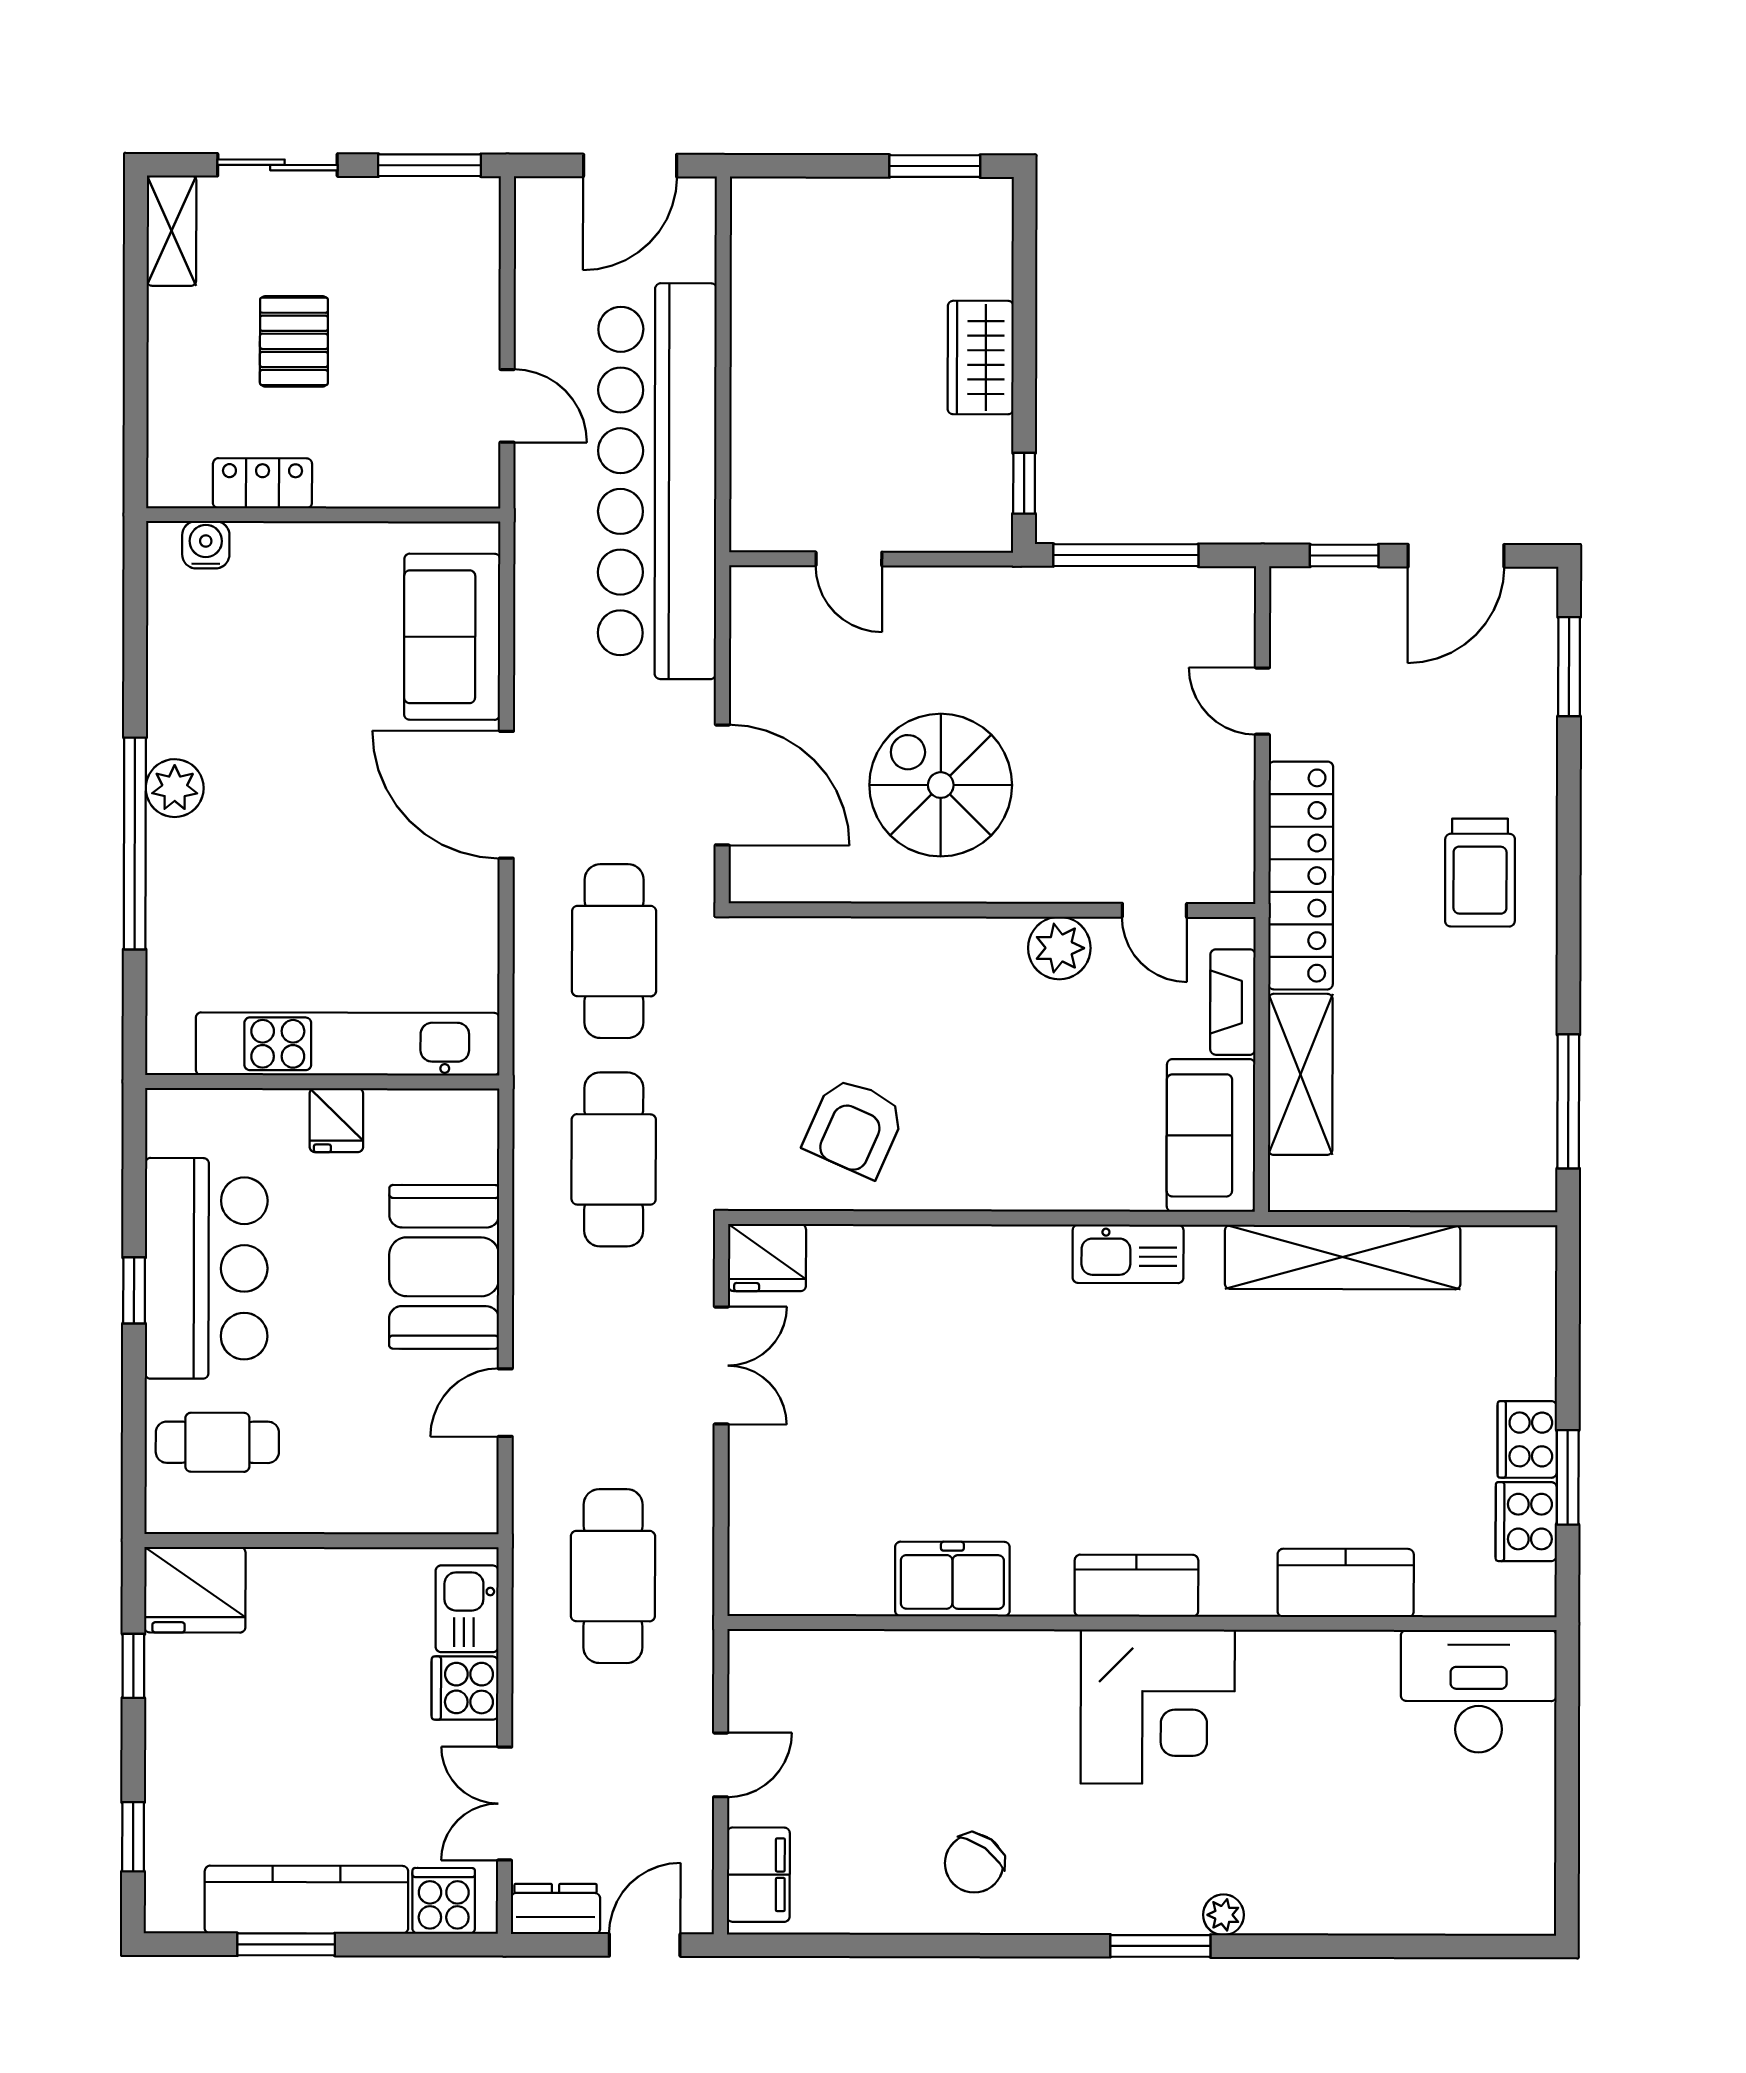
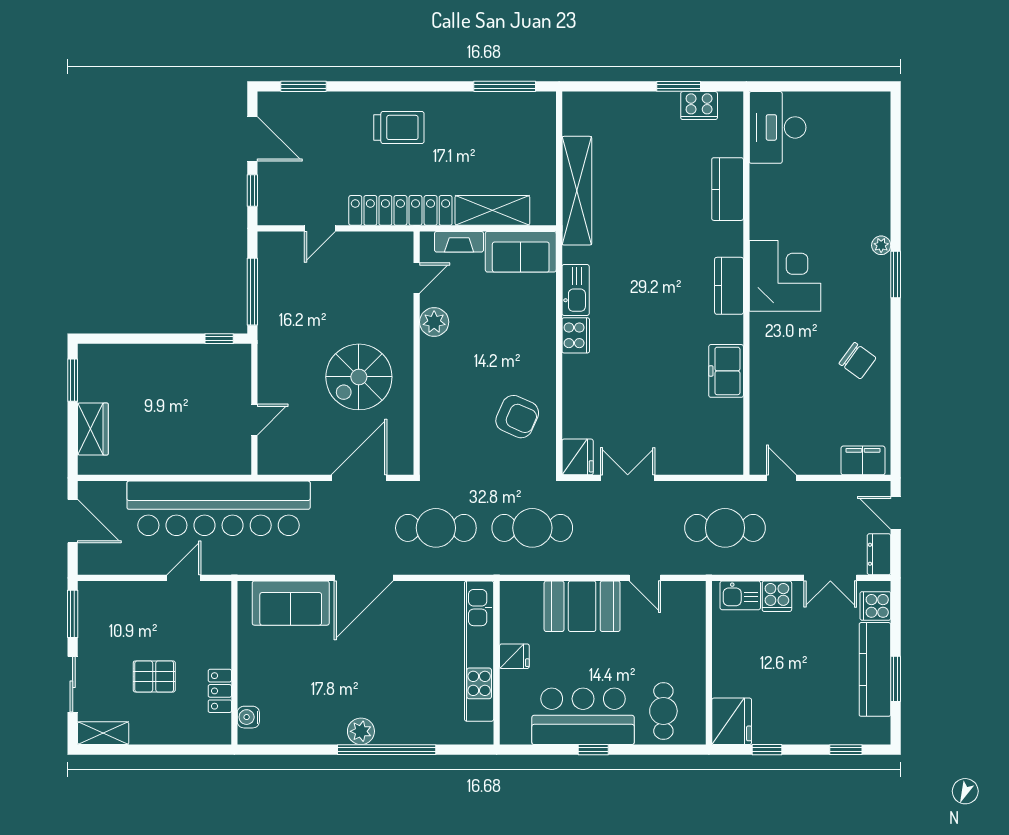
wardrobe: (981, 358) -> (93, 429), moved, turned -90
cooker: (1527, 1439) -> (576, 335), moved, turned -90
door: (721, 1765) -> (781, 478), moved

